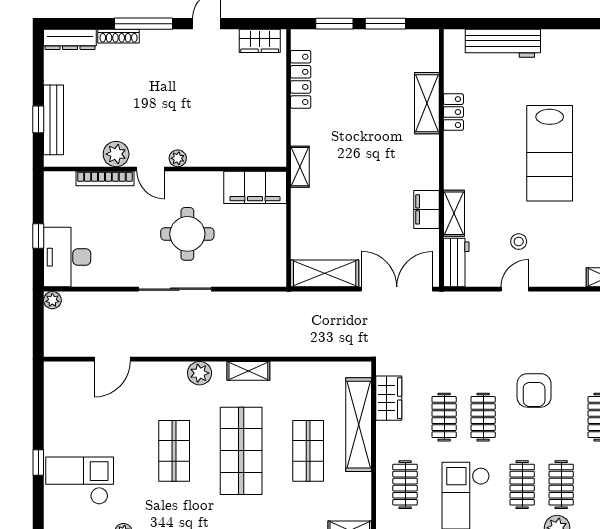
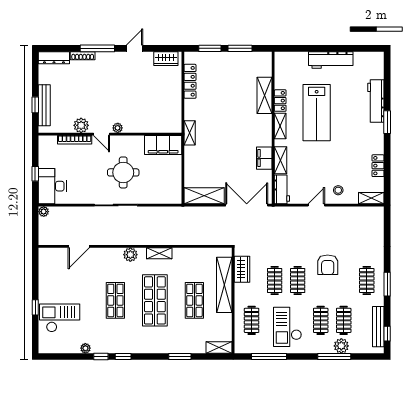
workbench: (503, 43) -> (331, 60), moved
lab bench: (550, 153) -> (317, 113), moved
shelving: (453, 155) -> (280, 126), added
stool: (519, 242) -> (338, 190), moved

